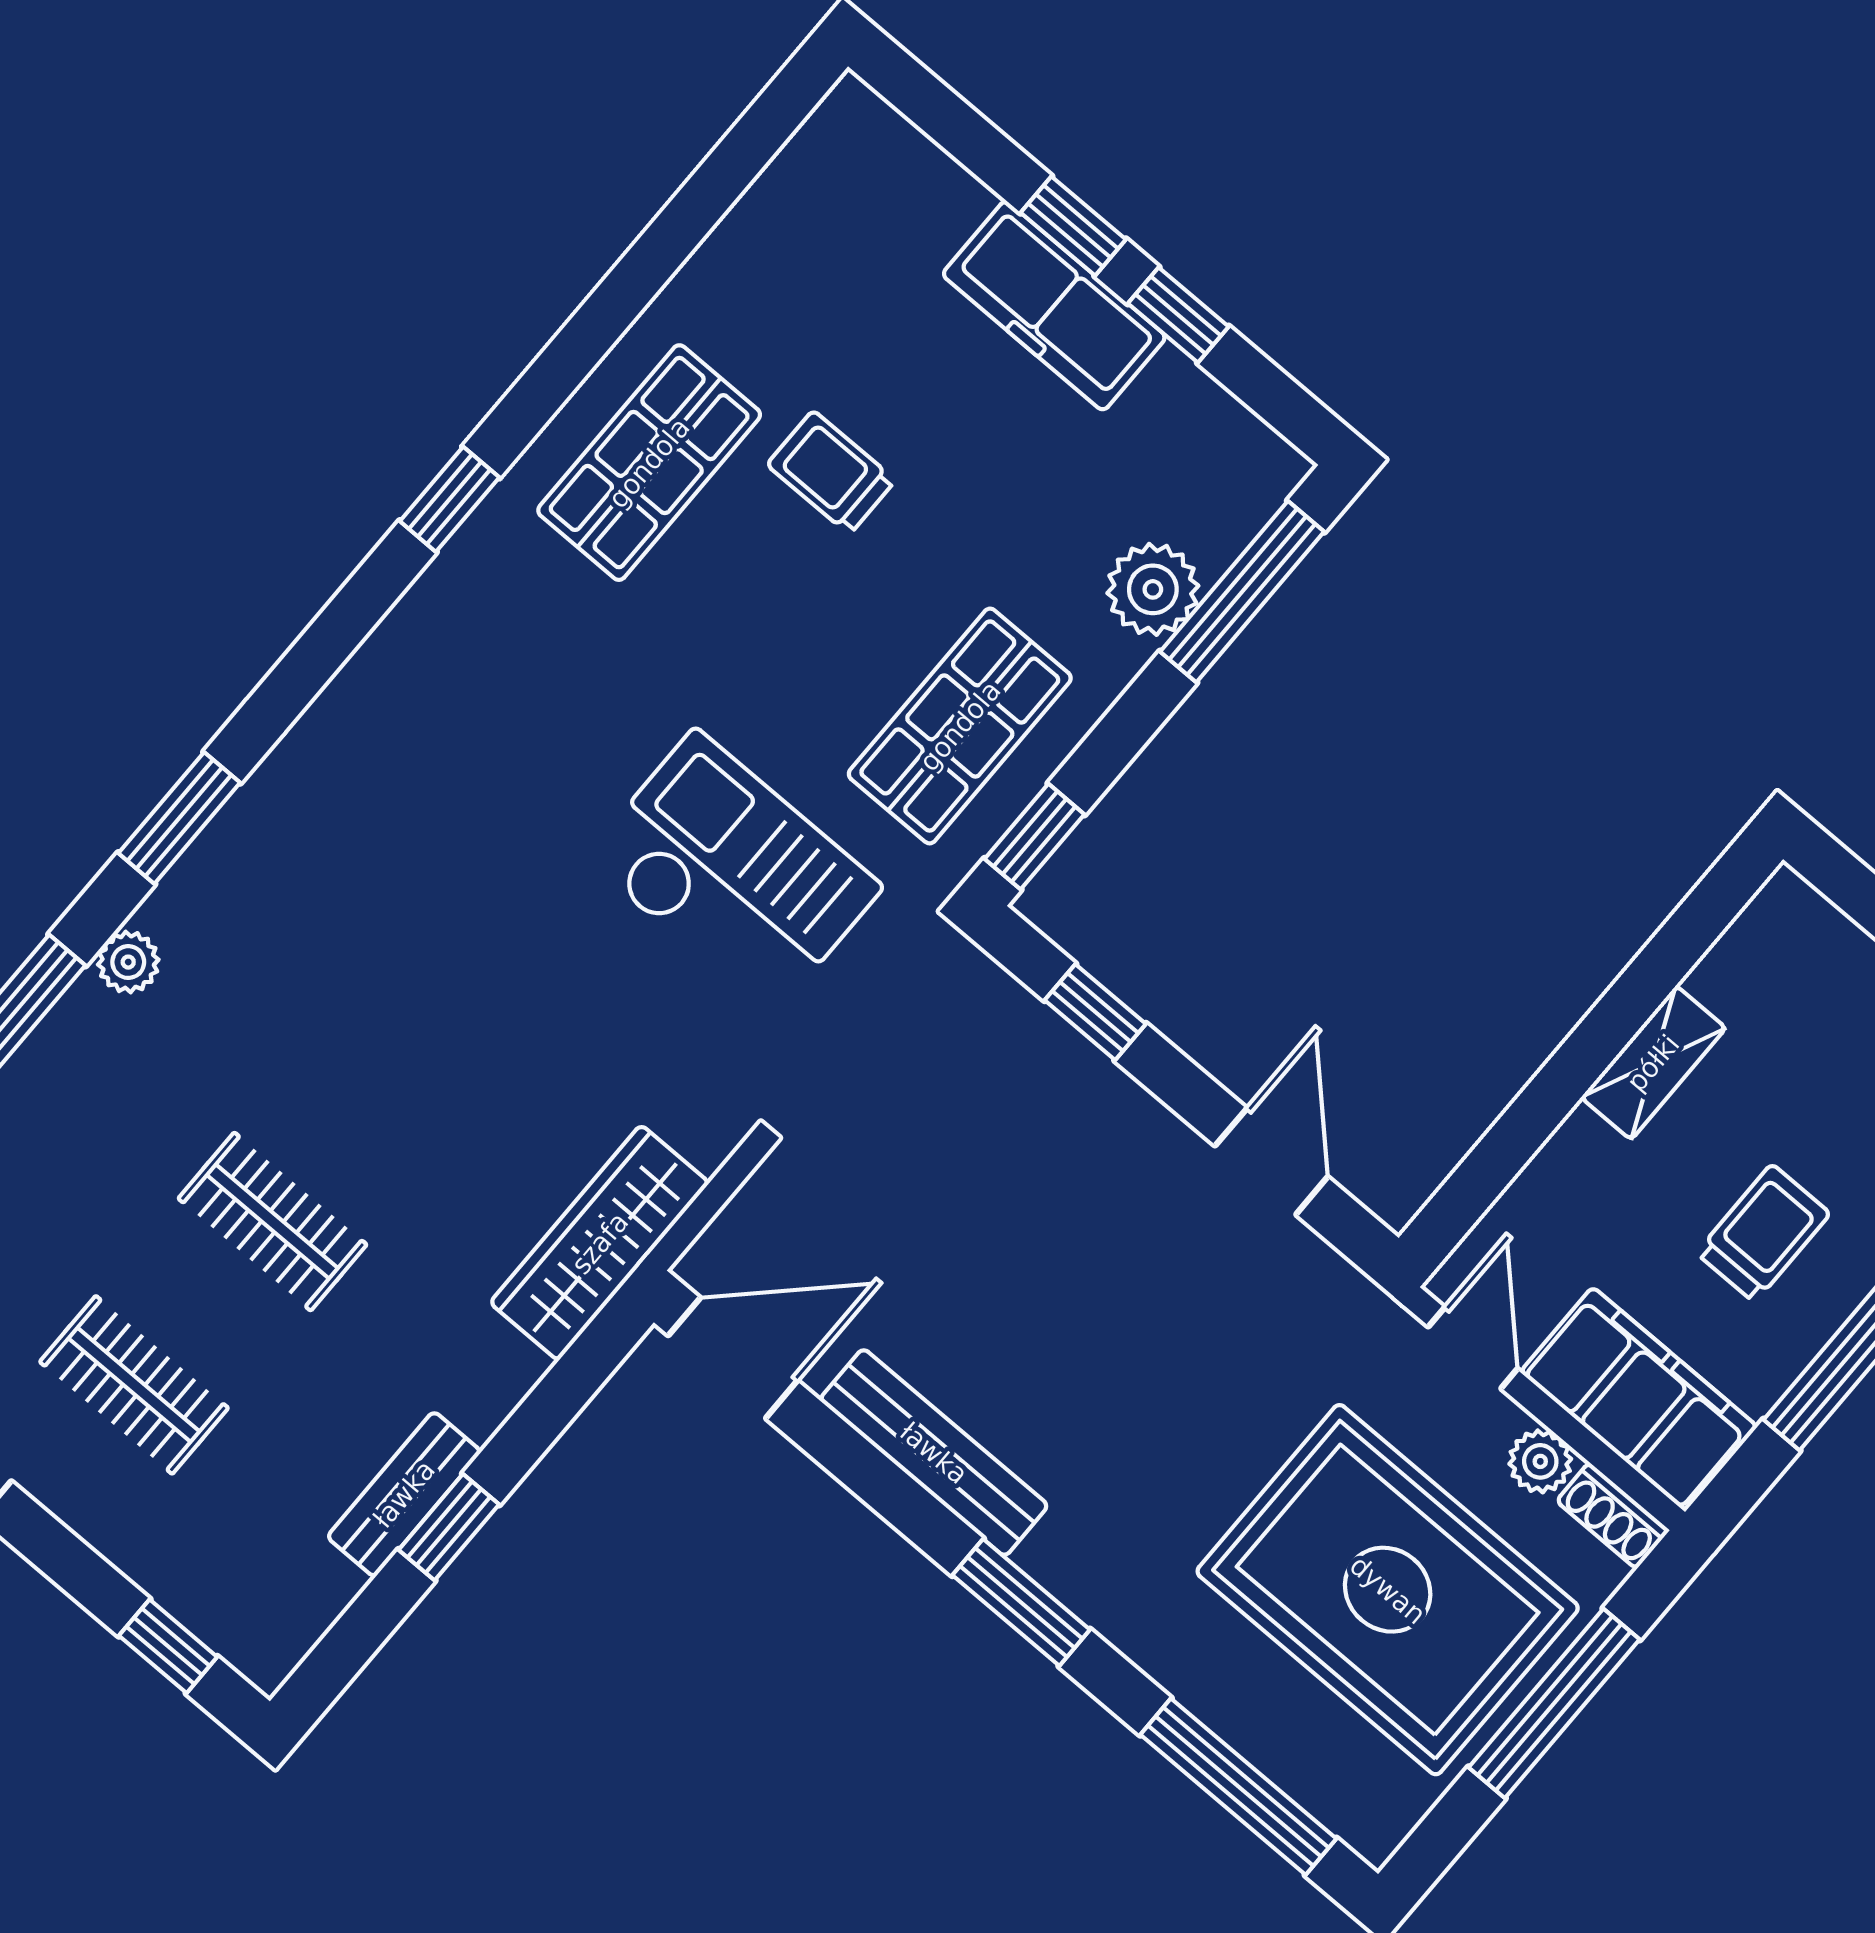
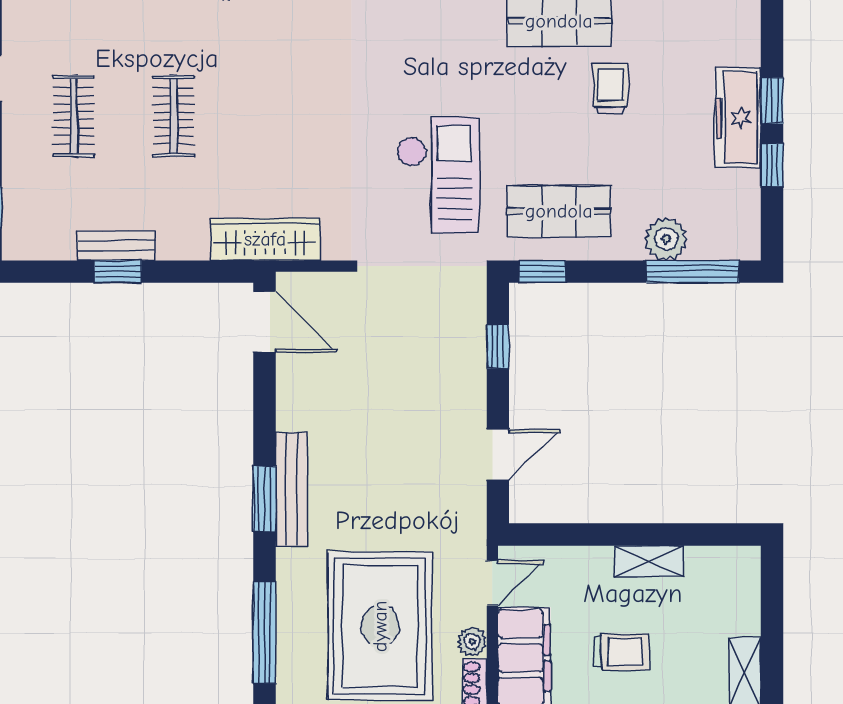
bench: (934, 1453) -> (292, 489), moved

